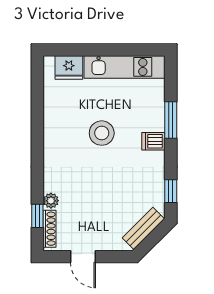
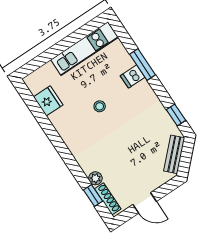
fridge: (69, 67) -> (48, 101), moved, turned -90
stool: (102, 133) -> (100, 106), width x0.53, depth x0.53
dishwasher: (153, 141) -> (133, 76), moved

